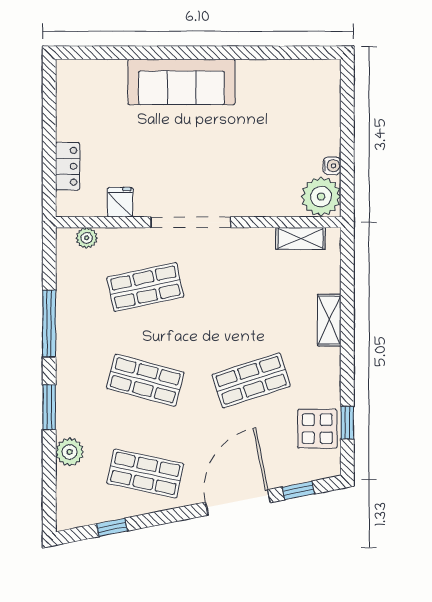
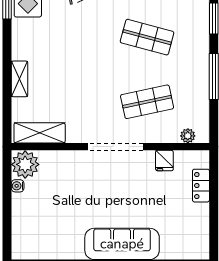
shelving: (300, 238) -> (40, 133), width x1.50, depth x1.33
shop shelf: (251, 380) -> (74, 37), removed

